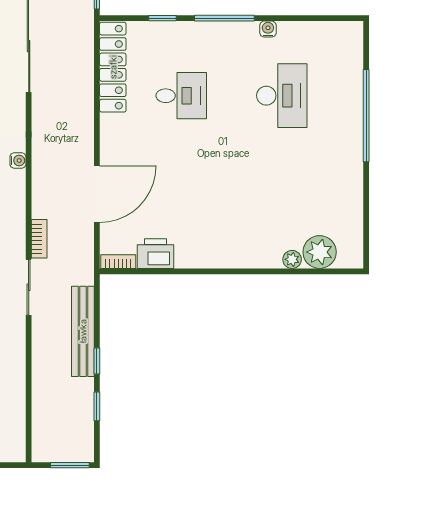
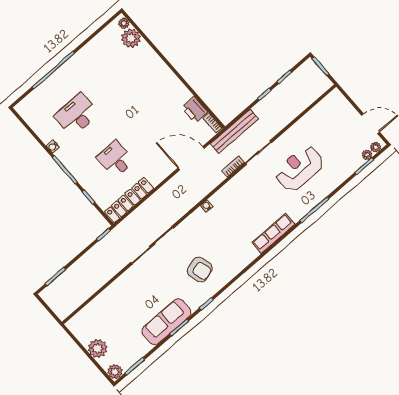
plant: (292, 259) -> (124, 23), moved
bench: (83, 331) -> (234, 131), moved

